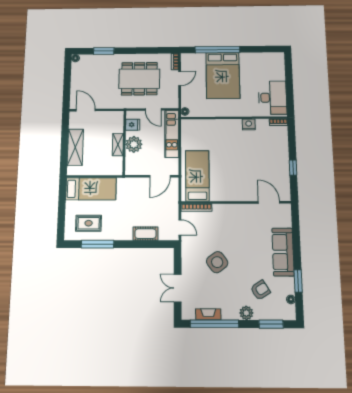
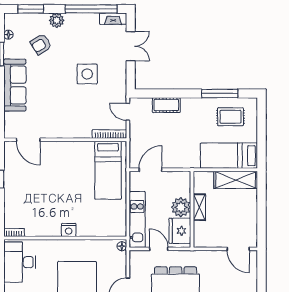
nightstand: (249, 124) -> (69, 230), moved
fridge: (133, 125) -> (180, 231), width x1.88, depth x1.34
shelving: (75, 147) -> (236, 180), moved, turned 90
side table: (217, 262) -> (87, 74), turned 37
fireplace: (208, 314) -> (113, 19), moved

